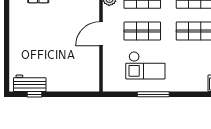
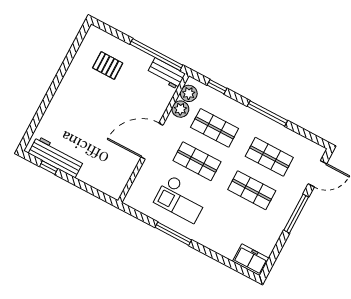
door: (101, 34) -> (152, 141), width x1.36
workbench: (30, 83) -> (56, 157), width x1.37

